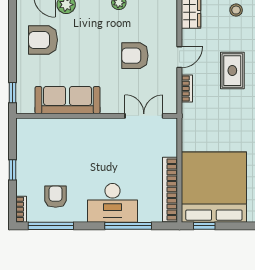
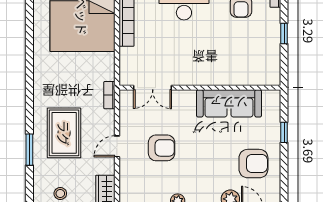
rug: (232, 71) -> (64, 133), width x1.36, depth x1.43
bookcase: (187, 89) -> (109, 95), moved
window: (12, 93) -> (284, 132), moved

